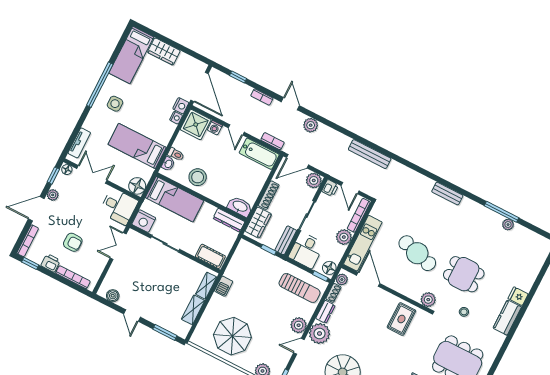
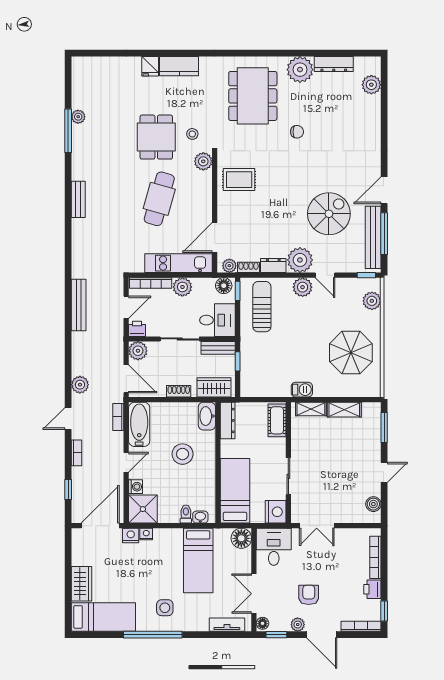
stool: (198, 177) -> (183, 454), moved
shoe rack: (269, 195) -> (179, 391), width x0.70
armchair: (73, 242) -> (309, 595), moved
stool: (464, 312) -> (192, 134), moved

